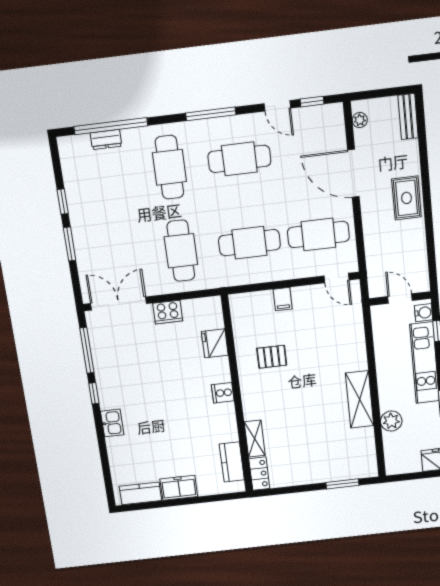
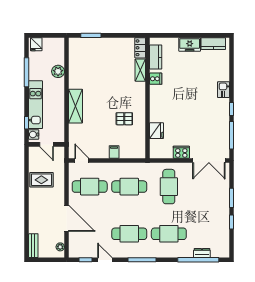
cafe table: (169, 167) -> (169, 234), turned 90
rug: (407, 198) -> (41, 180), moved, turned 90
cooker: (223, 393) -> (156, 79), moved
shelving: (360, 399) -> (75, 106), moved

